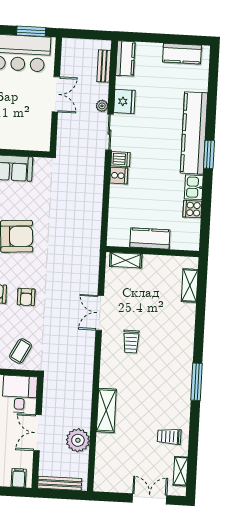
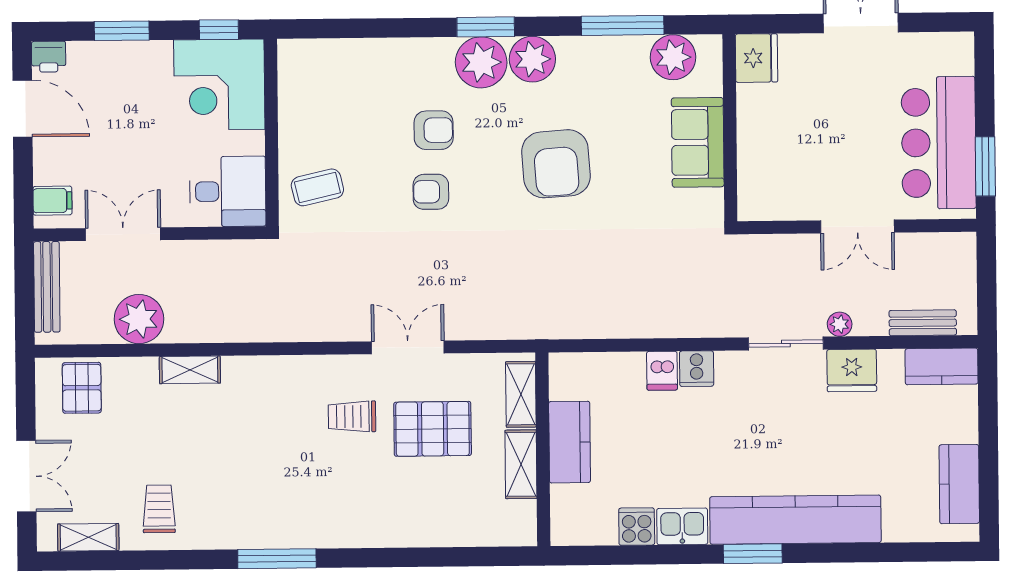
dishwasher: (121, 159) -> (662, 371), moved
shelving: (190, 286) -> (521, 464), moved, turned 90
pallet: (139, 303) -> (433, 429), added
coffee table: (21, 351) -> (317, 187), turned -41
shelving: (106, 410) -> (190, 370), width x0.67, depth x0.75
double door: (38, 433) -> (123, 234), moved
pallet: (109, 470) -> (82, 388), added

